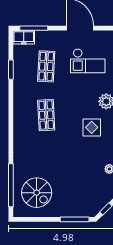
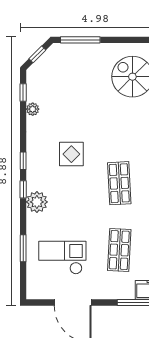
display table: (92, 127) -> (71, 154), moved

